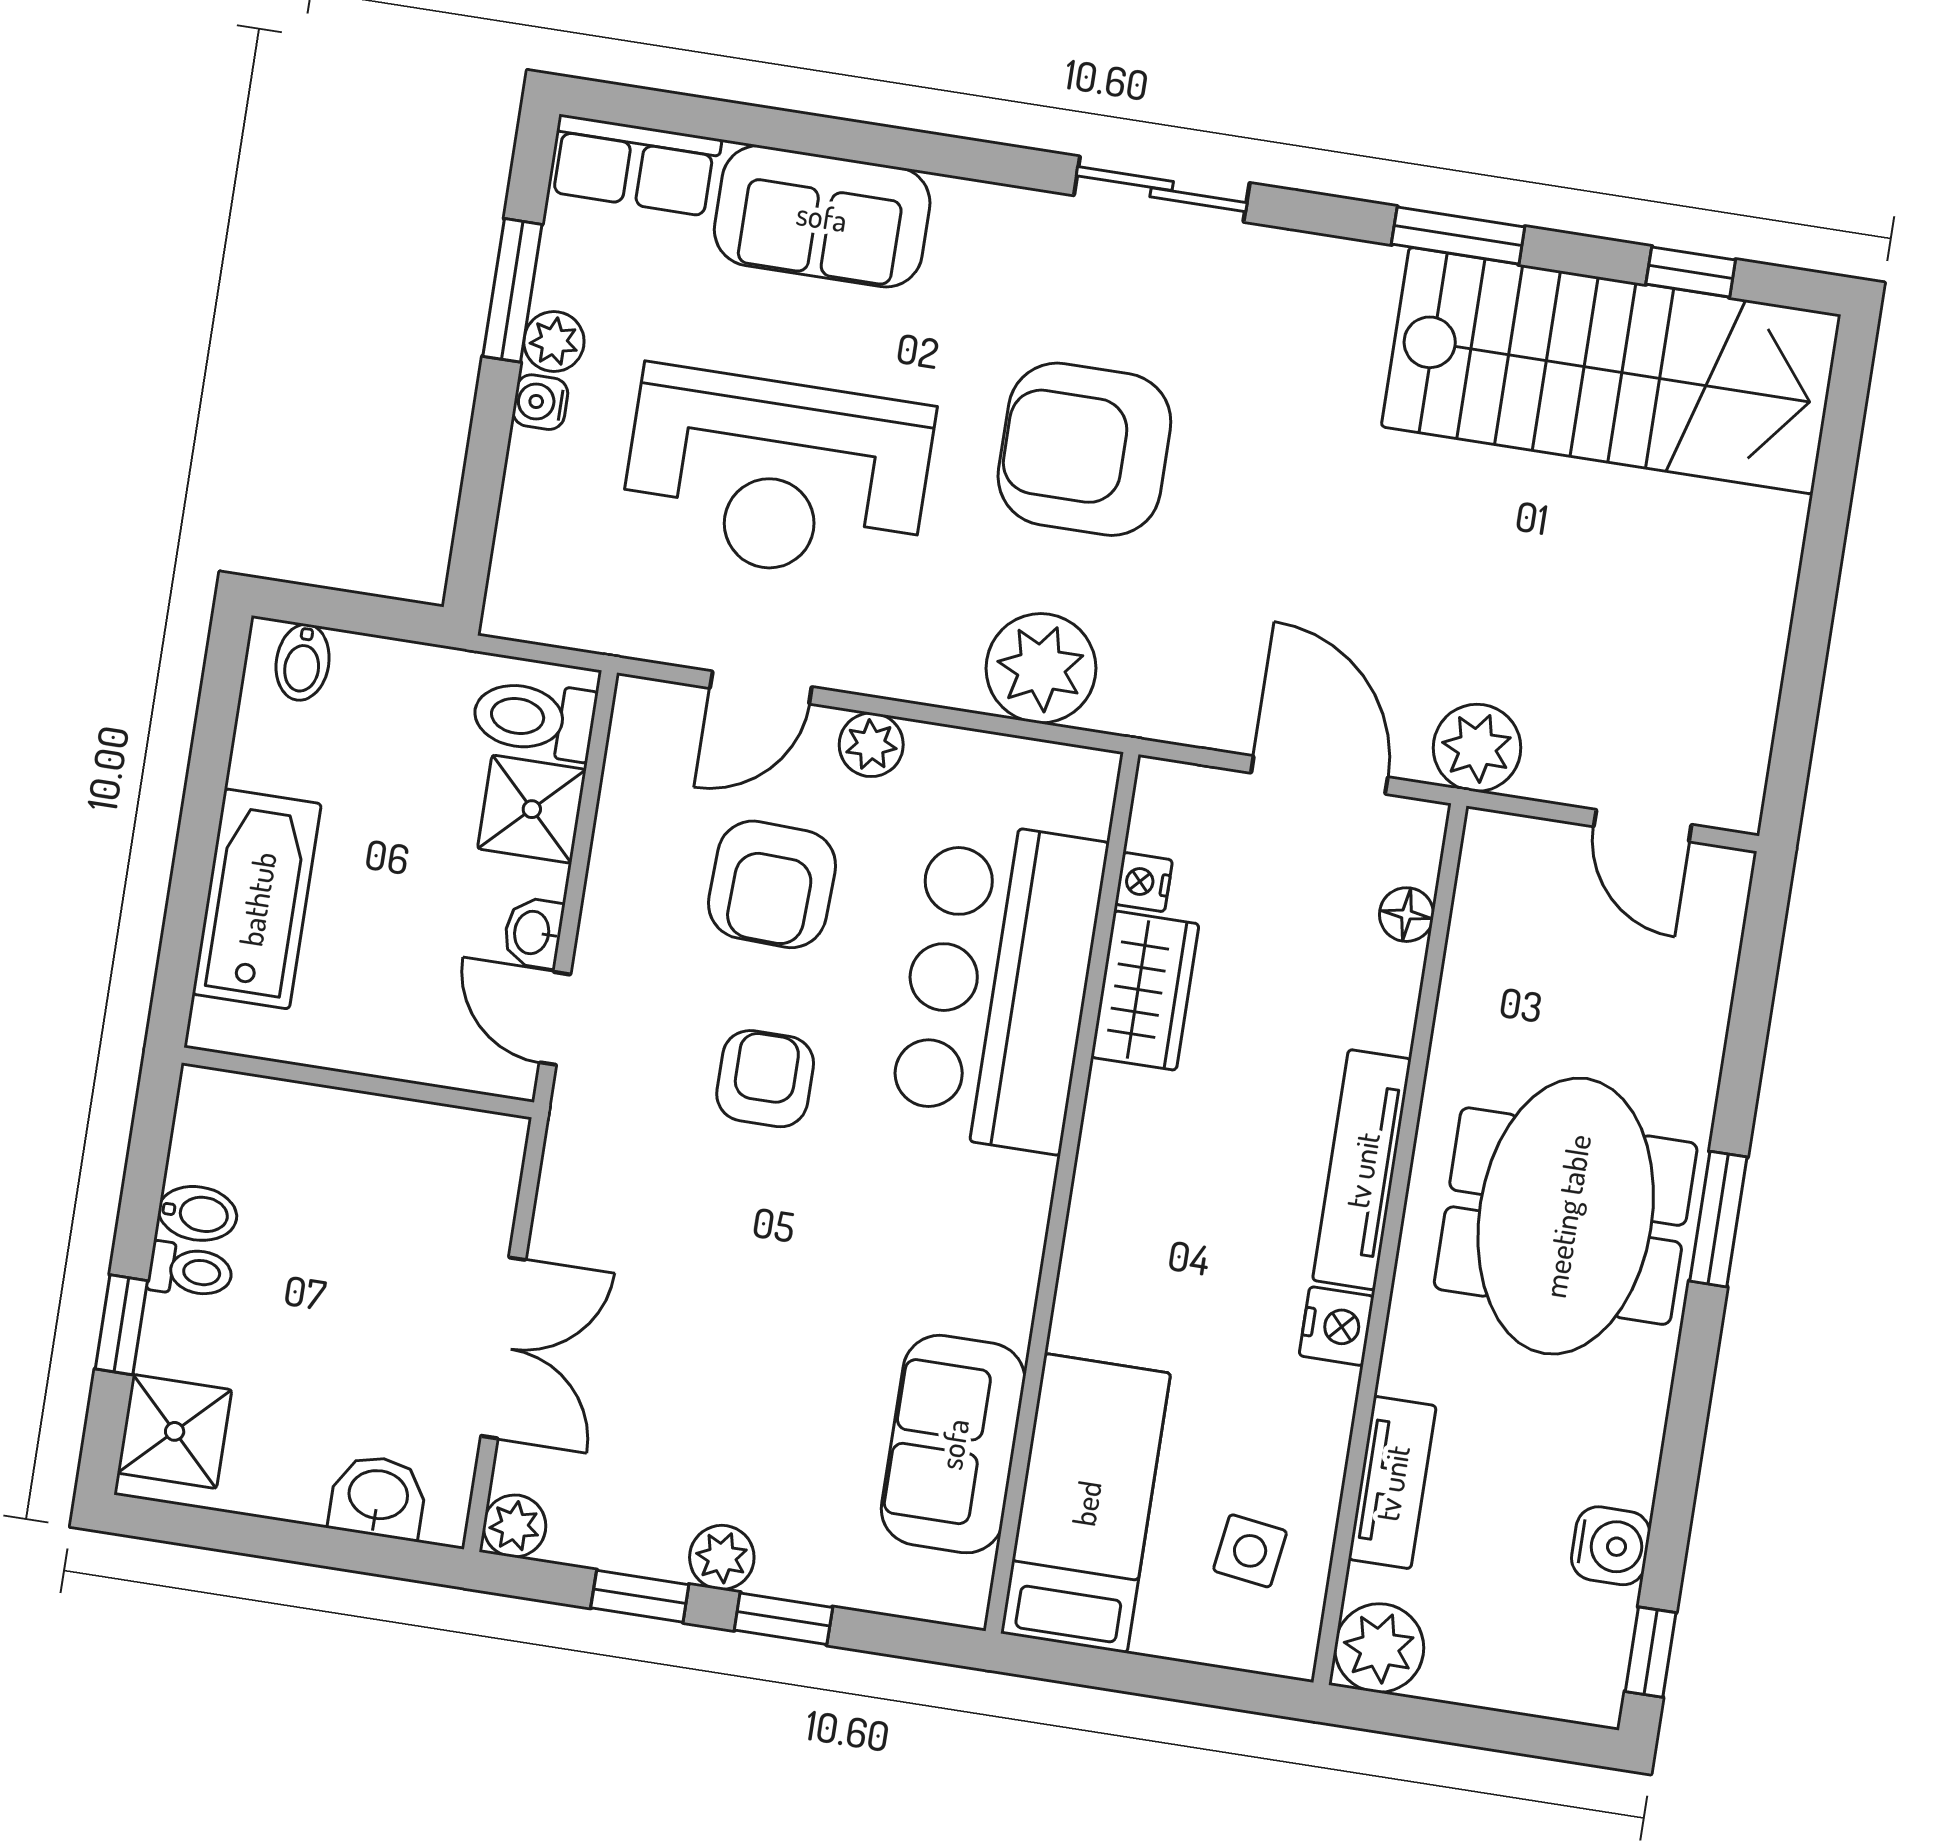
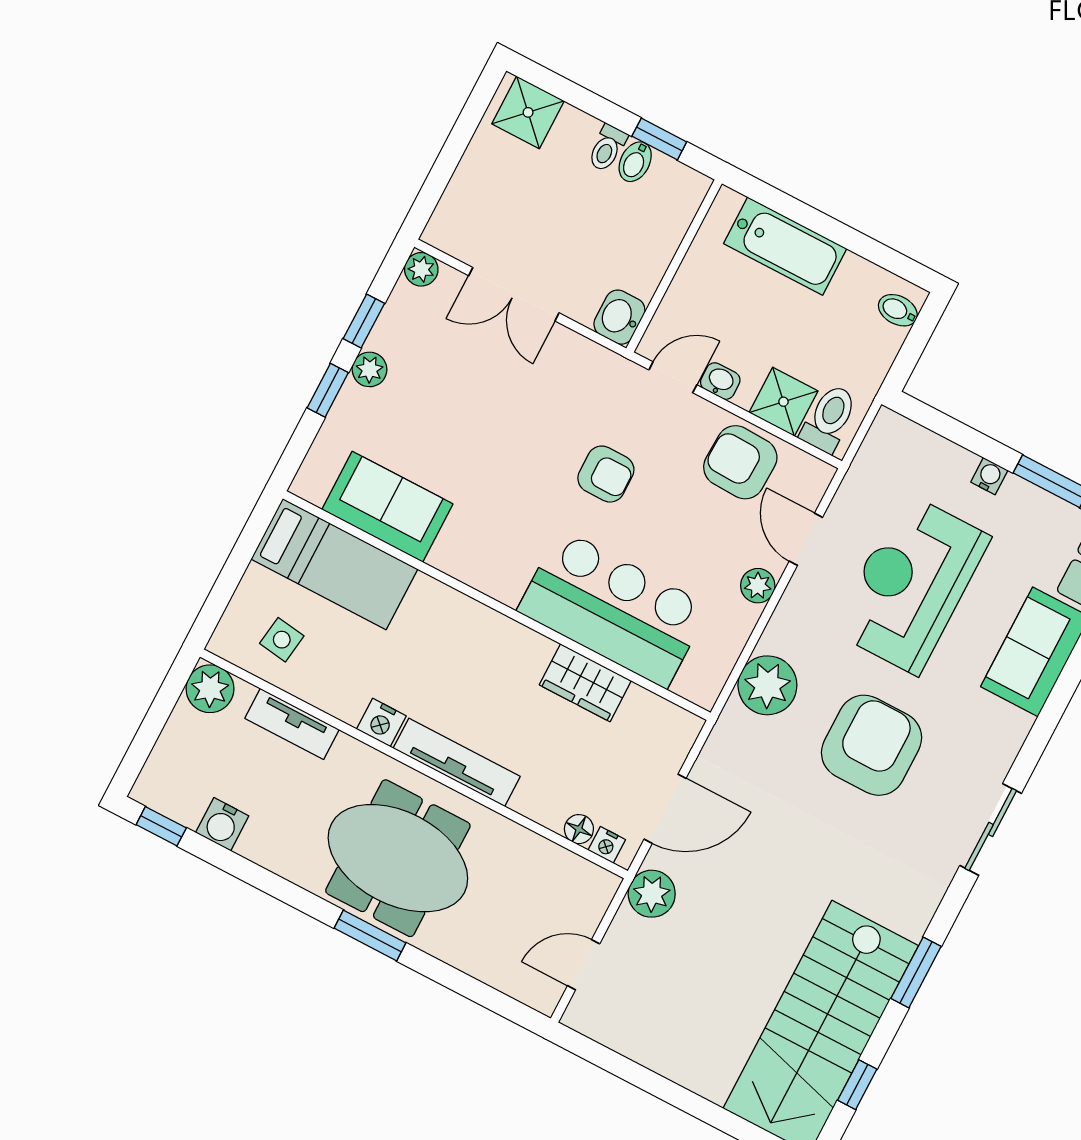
plant: (554, 341) -> (1018, 494), removed
nightstand: (1144, 882) -> (607, 845), moved, turned 180
armchair: (772, 884) -> (740, 462), moved
window: (121, 1325) -> (659, 139), moved
washbasin: (378, 1497) -> (619, 317), moved, turned 180

